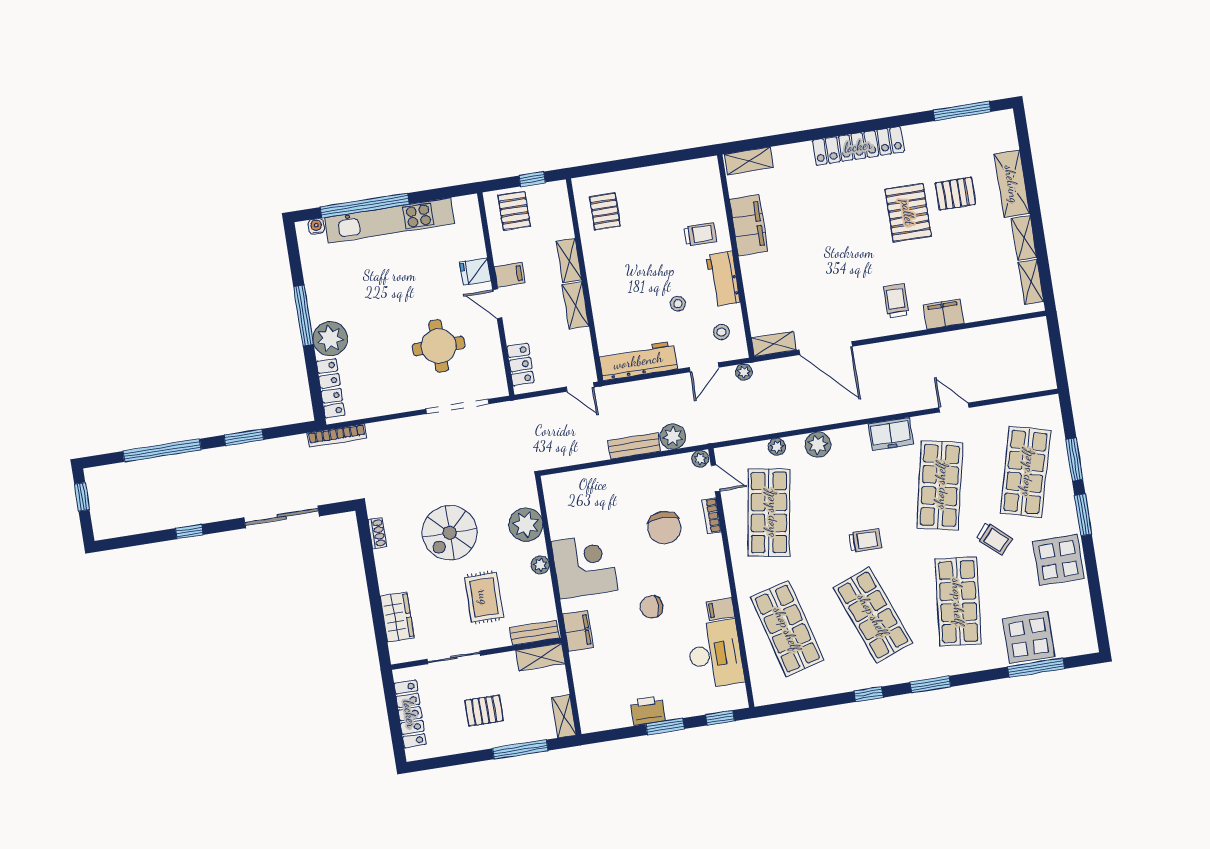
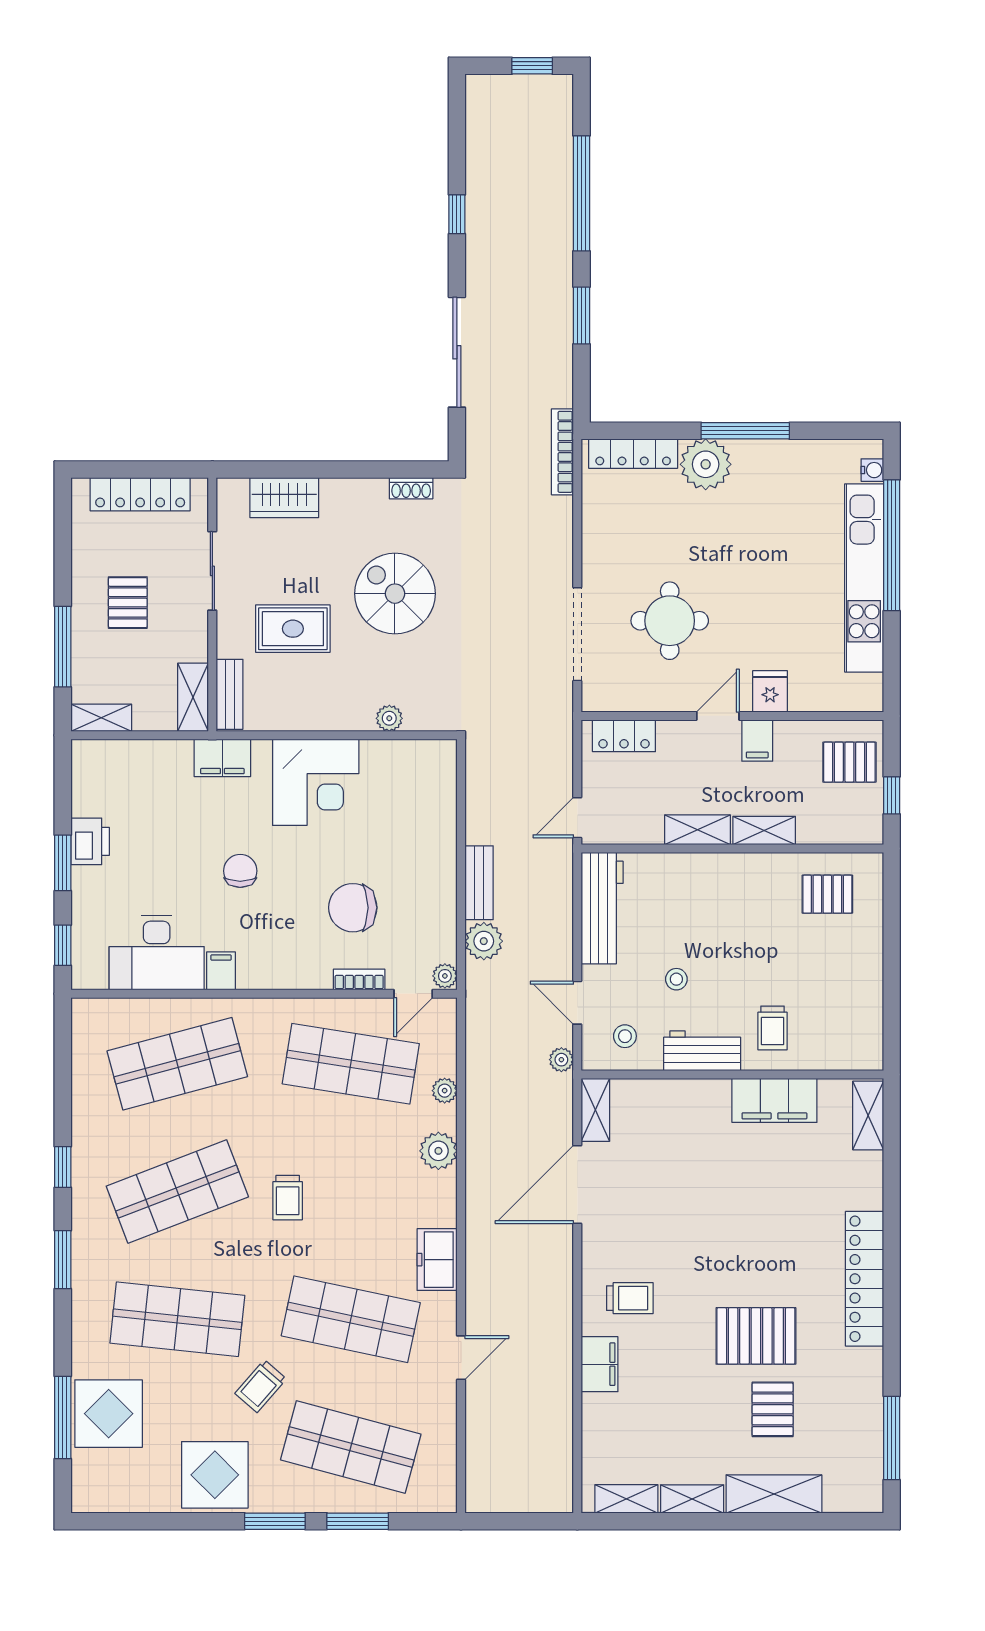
plant: (526, 525) -> (389, 718), width x0.53, depth x0.53
plant: (540, 565) -> (327, 718), removed

